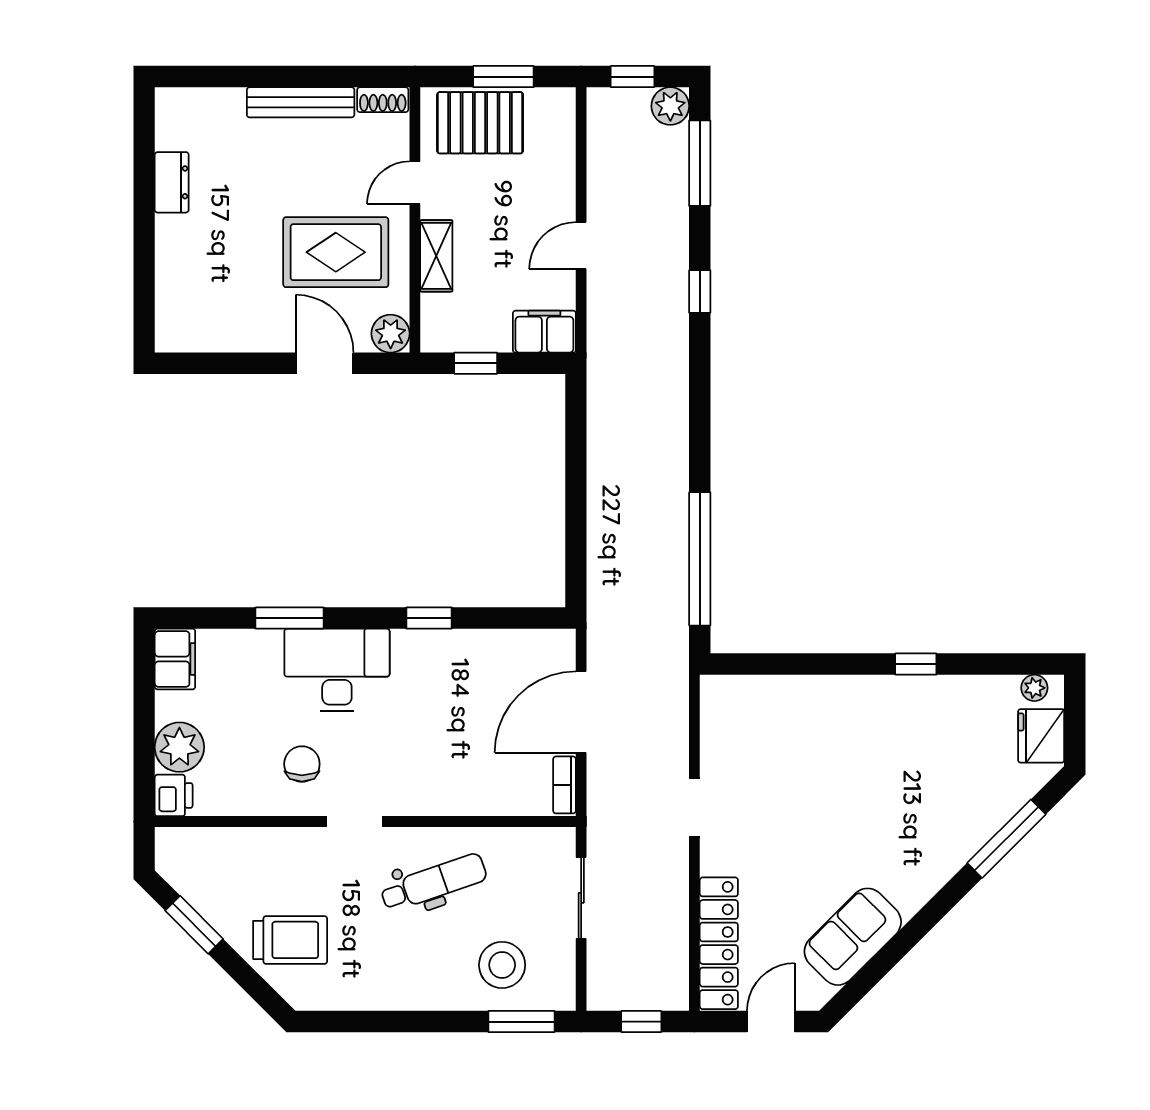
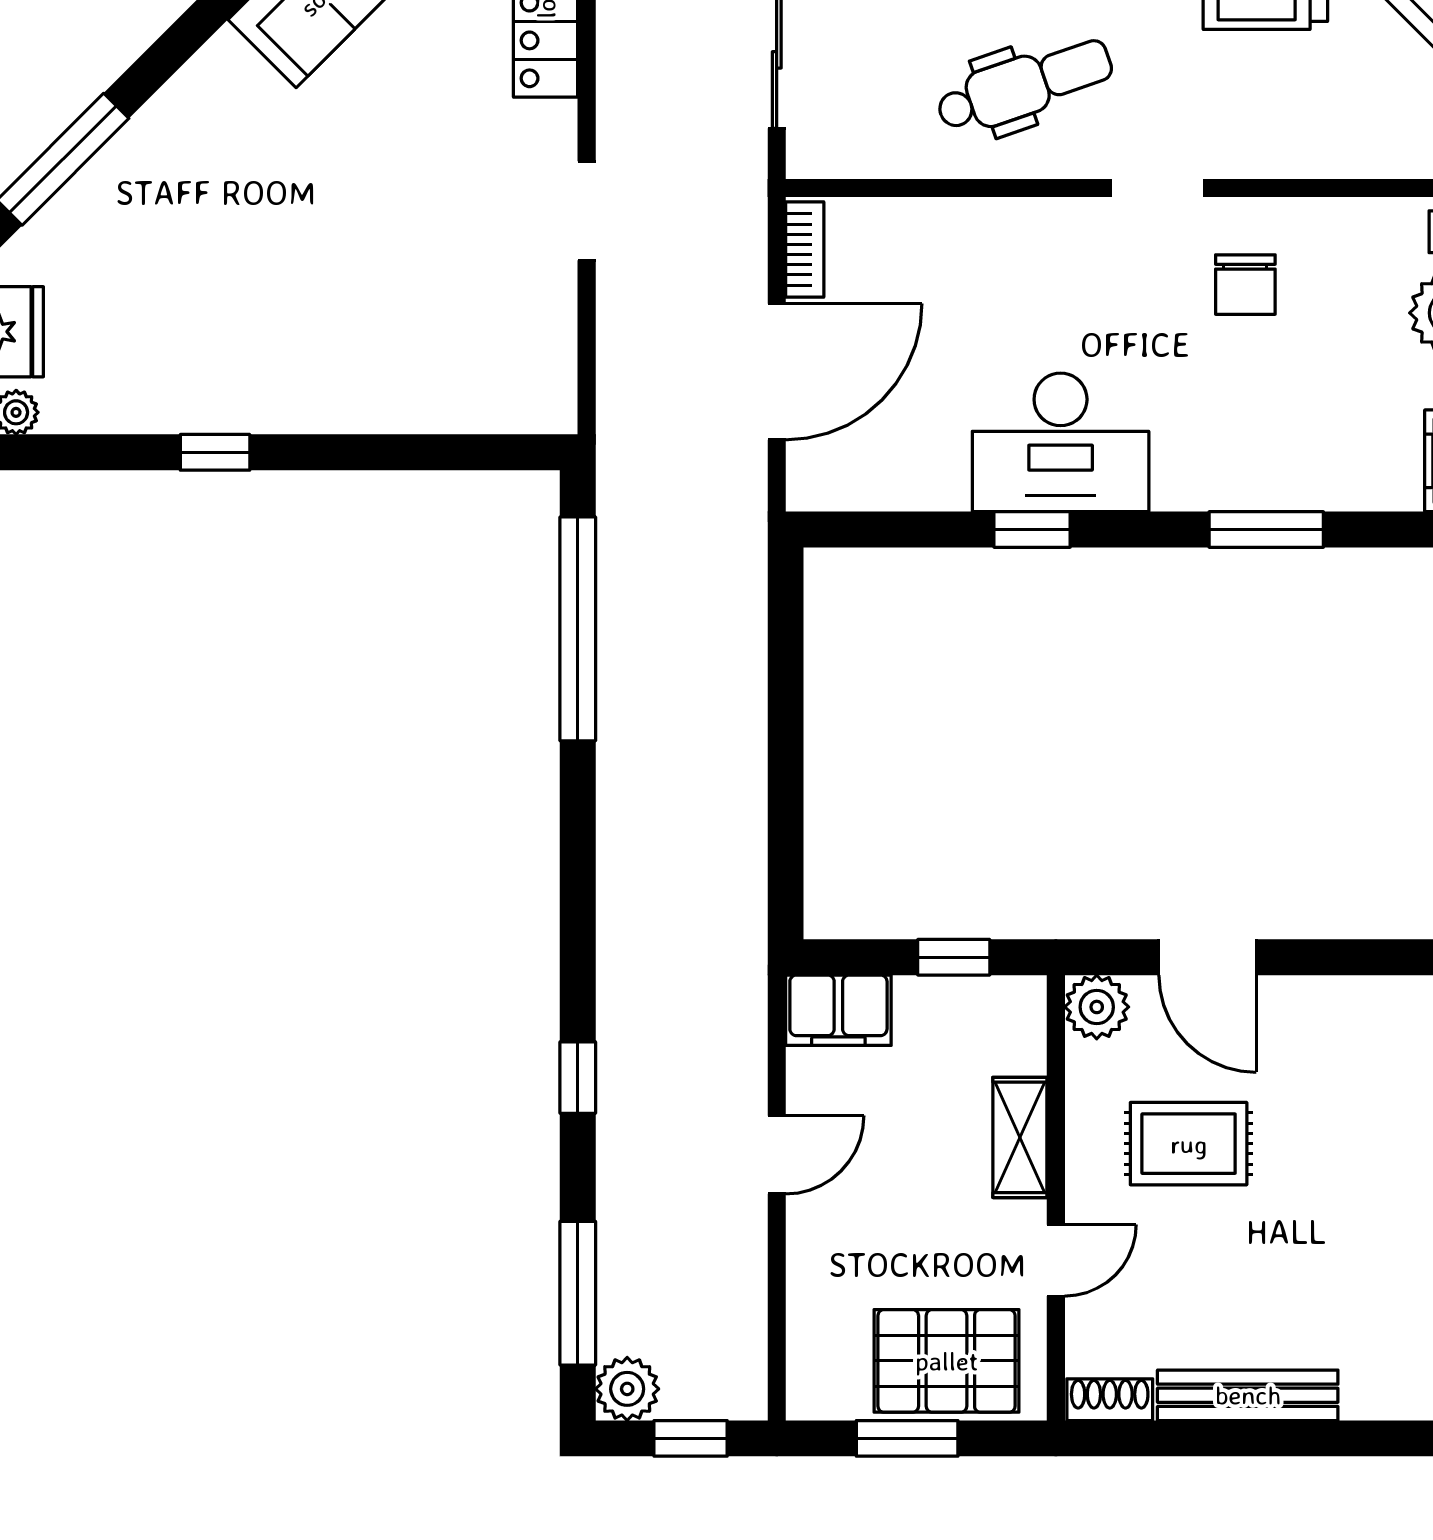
rug: (336, 252) -> (1189, 1144), width x0.73, depth x0.70
desk: (337, 670) -> (1061, 442), moved
dental chair: (434, 883) -> (1024, 86), turned 180

